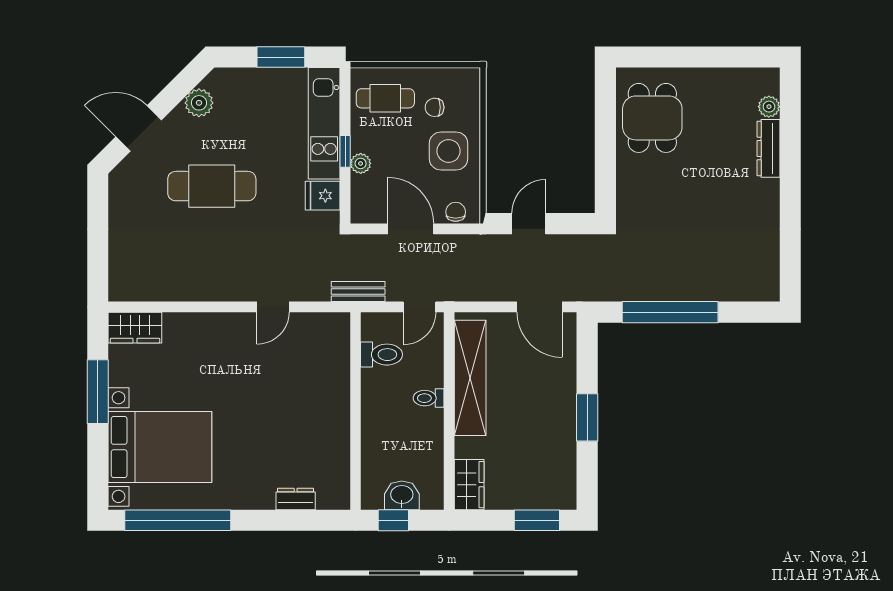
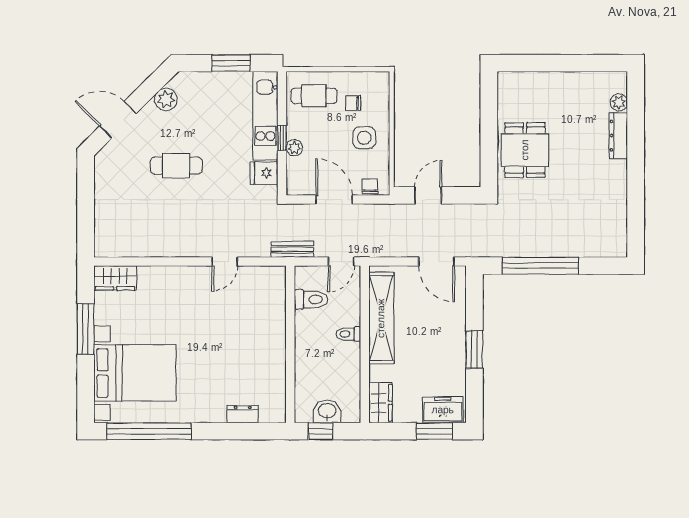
dining table: (652, 118) -> (525, 150), moved
side table: (449, 151) -> (364, 138), width x0.73, depth x0.73
cafe table: (212, 186) -> (176, 166), width x0.73, depth x0.74
freezer: (547, 493) -> (443, 410), added

